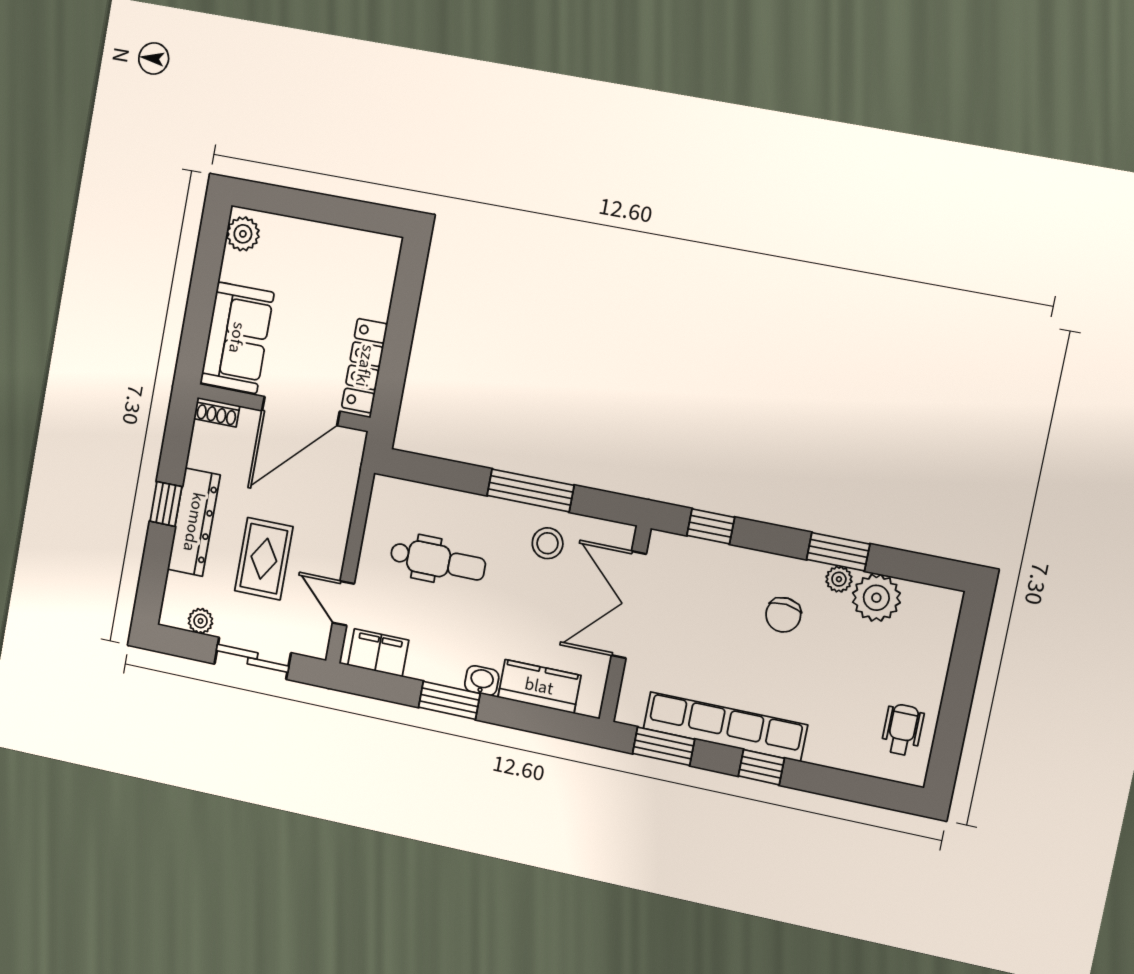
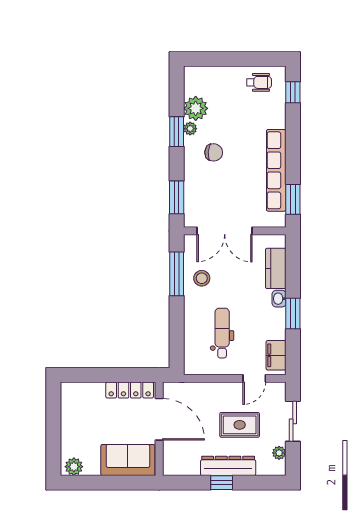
shoe rack: (217, 412) -> (168, 464), removed
window: (531, 490) -> (177, 274), moved
window: (711, 526) -> (177, 197), width x1.50
wheelchair: (902, 730) -> (259, 82), turned 180
window: (761, 767) -> (293, 92), moved

